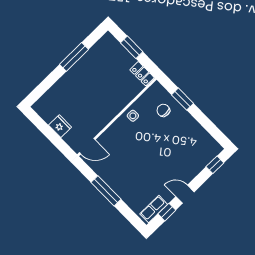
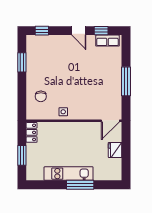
window: (74, 57) -> (80, 185), moved
kitchen unit: (79, 70) -> (69, 174), added
window: (182, 99) -> (22, 62), moved
door: (87, 146) -> (110, 121), swing flipped

